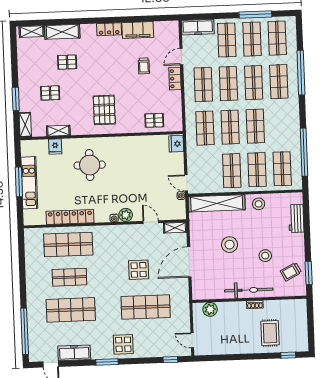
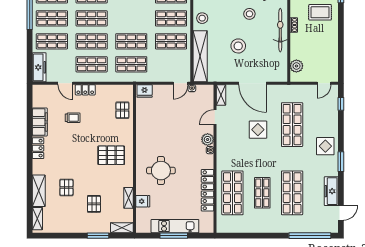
shop shelf: (255, 126) -> (131, 18), removed

